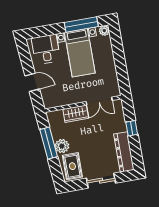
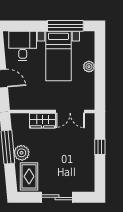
plant: (104, 31) -> (89, 67), moved
dresser: (124, 152) -> (87, 171), removed

